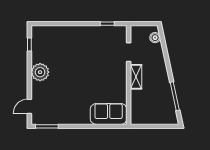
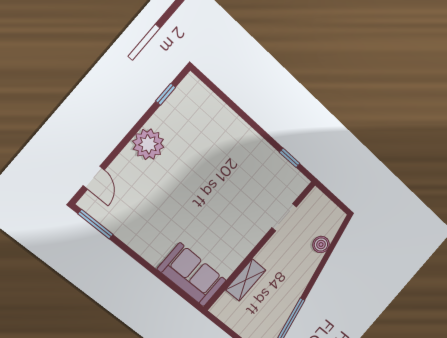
boiler: (155, 38) -> (321, 245), moved
shelving: (136, 77) -> (246, 280), moved
door: (29, 106) -> (94, 178), swing flipped

